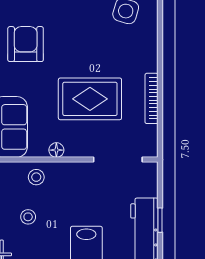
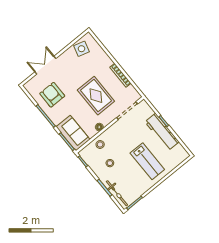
rug: (90, 99) -> (96, 96), turned 90

